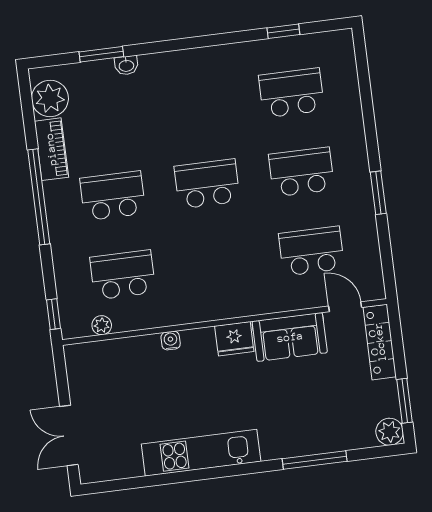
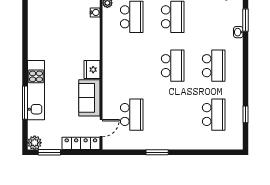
school desk: (301, 172) -> (214, 66), moved
water cooler: (171, 341) -> (95, 12), moved
kitchen unit: (201, 453) -> (36, 90), moved

